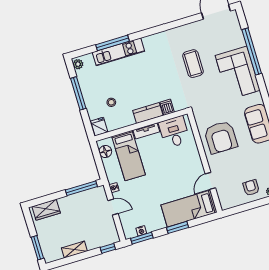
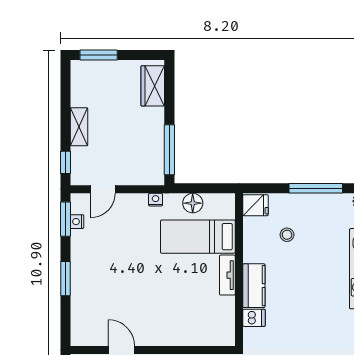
desk: (174, 132) -> (213, 317), removed
floor lamp: (105, 152) -> (193, 203), moved
door: (113, 207) -> (103, 189), moved
bed: (189, 209) -> (89, 305), removed
shelving: (74, 250) -> (79, 127), moved

